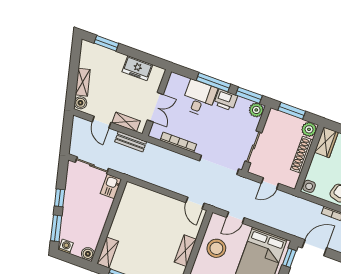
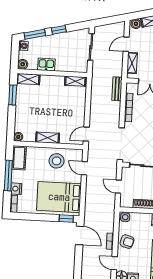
bench: (131, 142) -> (117, 89), moved
kitchen sink: (111, 186) -> (46, 64), moved
shelving: (127, 197) -> (75, 81), added

